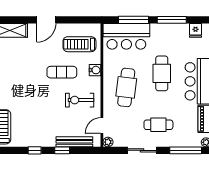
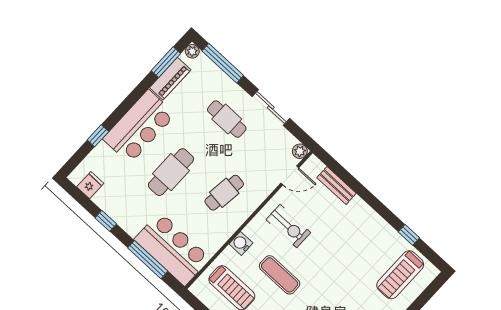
window: (172, 20) -> (106, 221), width x0.46
cafe table: (126, 87) -> (224, 193), width x0.73, depth x0.74
bench: (74, 142) -> (337, 185), width x0.73
window: (35, 150) -> (409, 235), moved
window: (62, 150) -> (359, 189), removed

